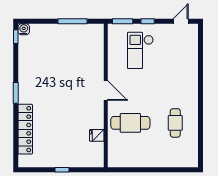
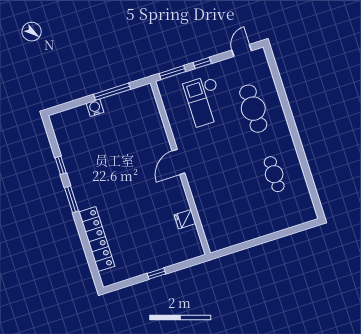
water cooler: (24, 29) -> (95, 108), moved
window: (16, 37) -> (61, 165), moved
door: (106, 91) -> (178, 162), swing flipped
cafe table: (130, 123) -> (253, 109), moved, turned 90

